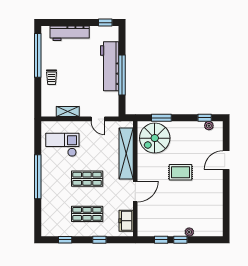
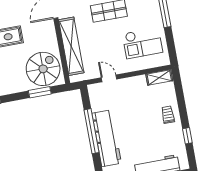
window: (38, 55) -> (187, 136), width x0.32
shelving: (68, 112) -> (159, 77), moved

